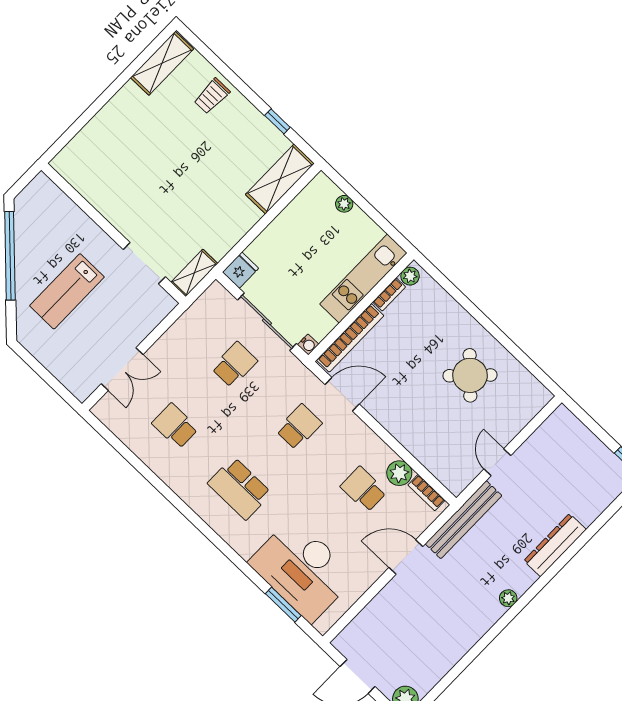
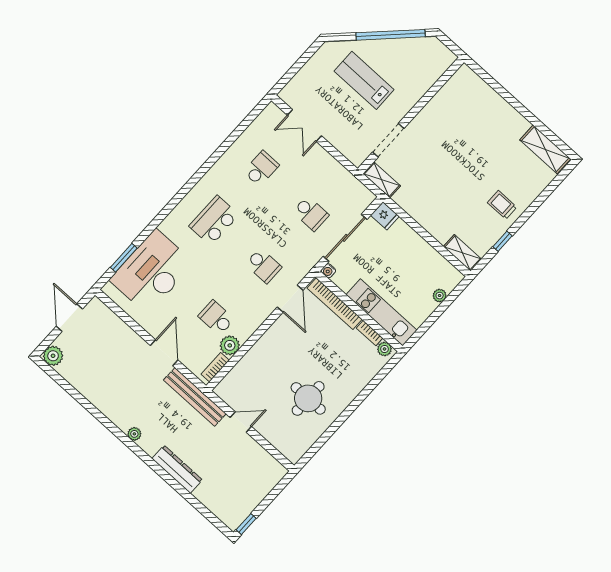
trolley: (212, 96) -> (502, 205), moved
shelving: (280, 179) -> (462, 253), width x0.67, depth x0.75
round table: (470, 375) -> (308, 398), turned 45
school desk: (363, 489) -> (216, 318), turned -90

